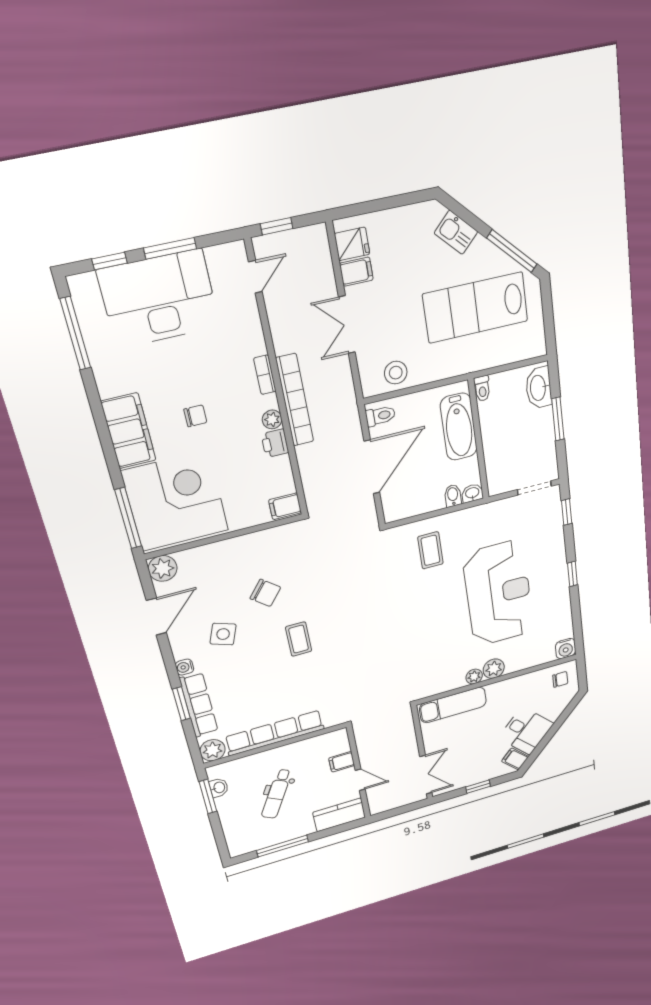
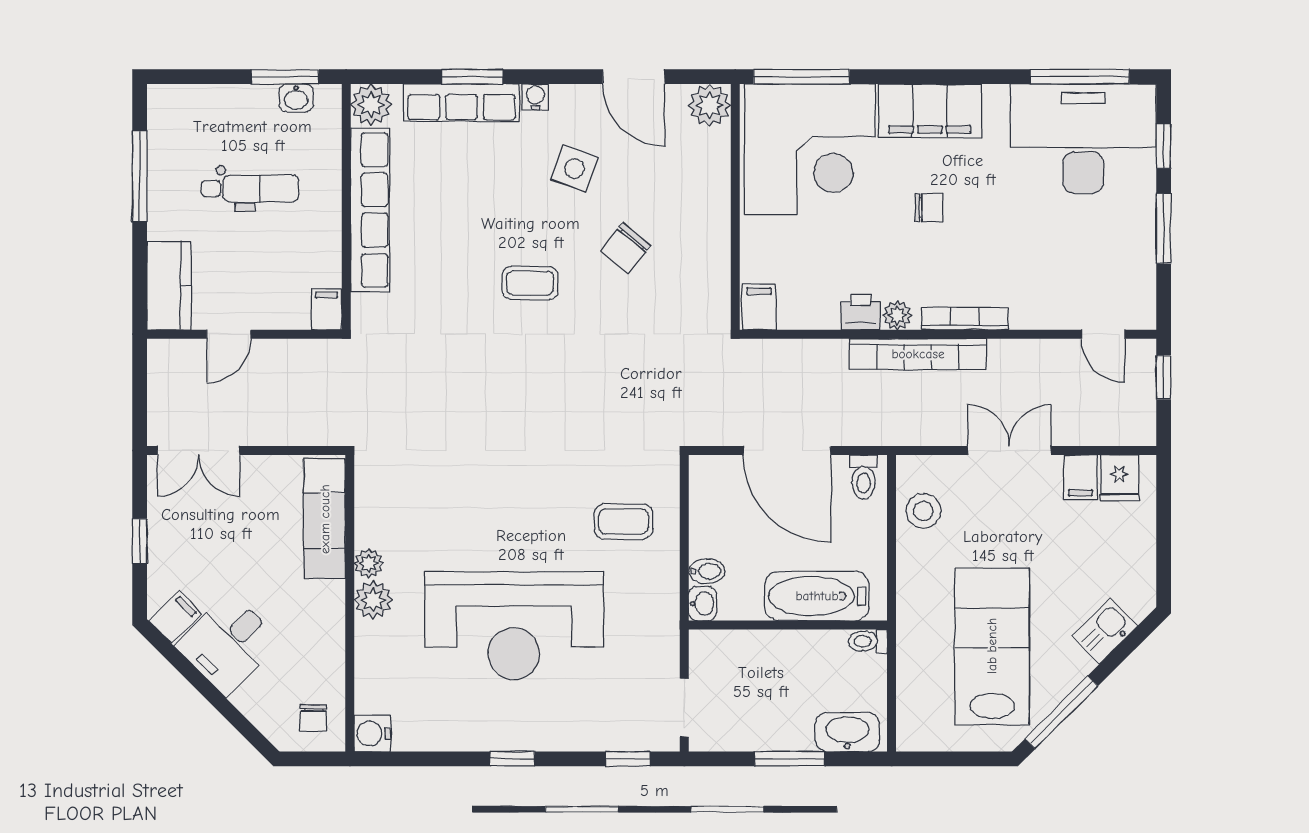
desk: (159, 299) -> (1083, 139), moved, turned -90
bookcase: (265, 375) -> (965, 319), width x1.56
chair: (195, 416) -> (929, 208), turned -90
filing cabinet: (342, 762) -> (326, 309), moved
dental chair: (277, 794) -> (250, 189), turned 151

